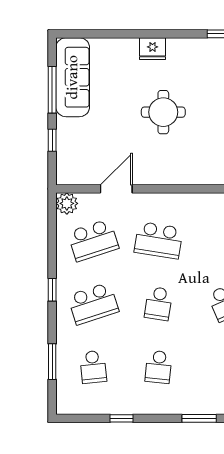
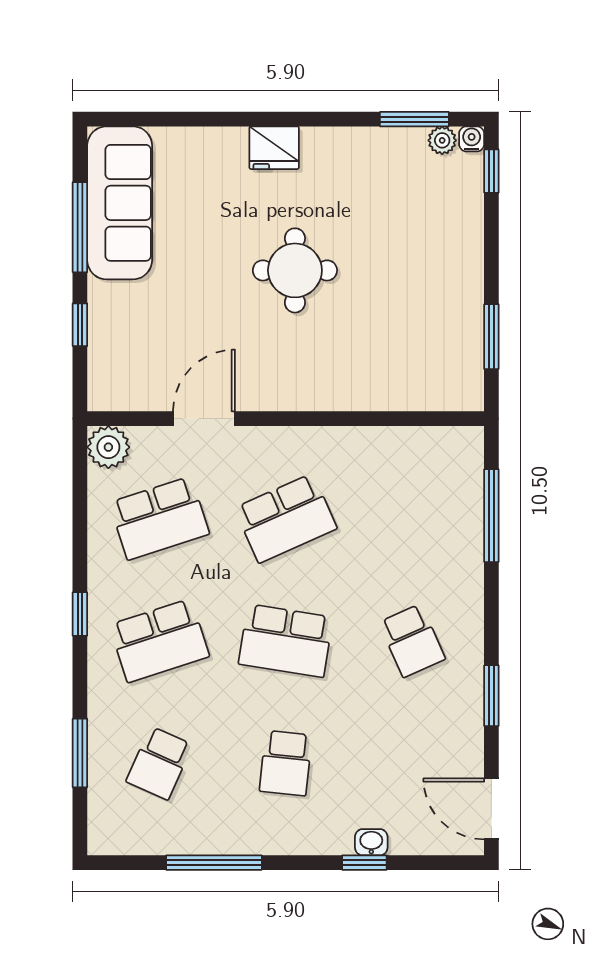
school desk: (158, 240) -> (286, 518), turned -33
school desk: (158, 304) -> (286, 641), width x1.85
school desk: (93, 367) -> (159, 763), turned 30
washbasin: (203, 408) -> (371, 842), added
window: (121, 418) -> (214, 863), width x2.17
window: (199, 418) -> (364, 863), width x0.67

